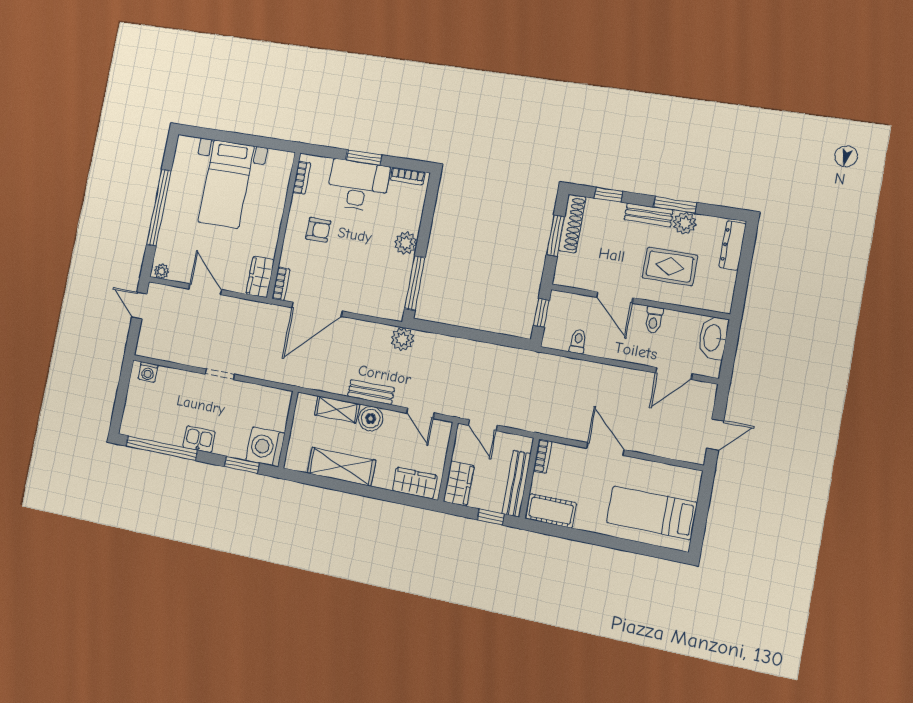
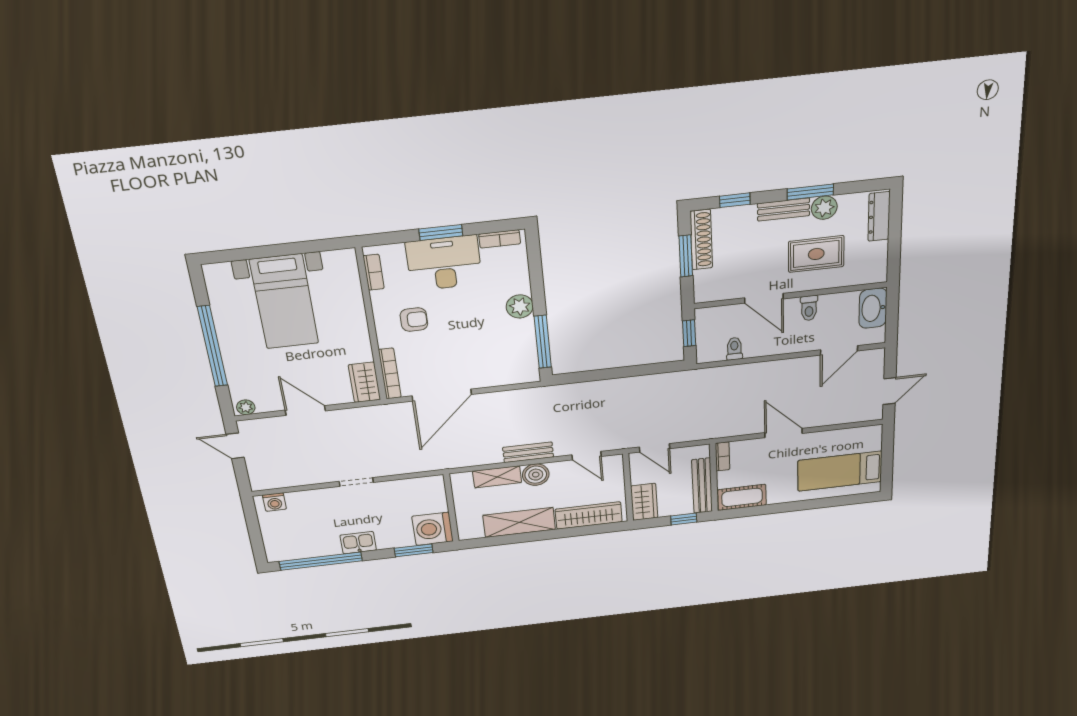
bookcase: (281, 284) -> (390, 374), width x1.56
plant: (402, 339) -> (546, 397), removed
wardrobe: (415, 483) -> (589, 515), width x1.50

